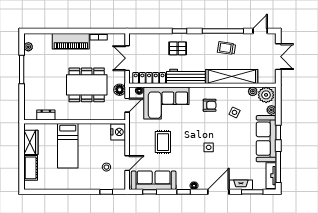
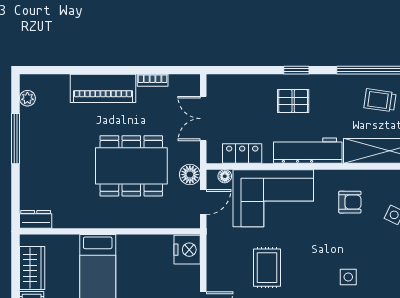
locker: (149, 78) -> (242, 154), width x0.66
dresser: (46, 115) -> (36, 219), moved

